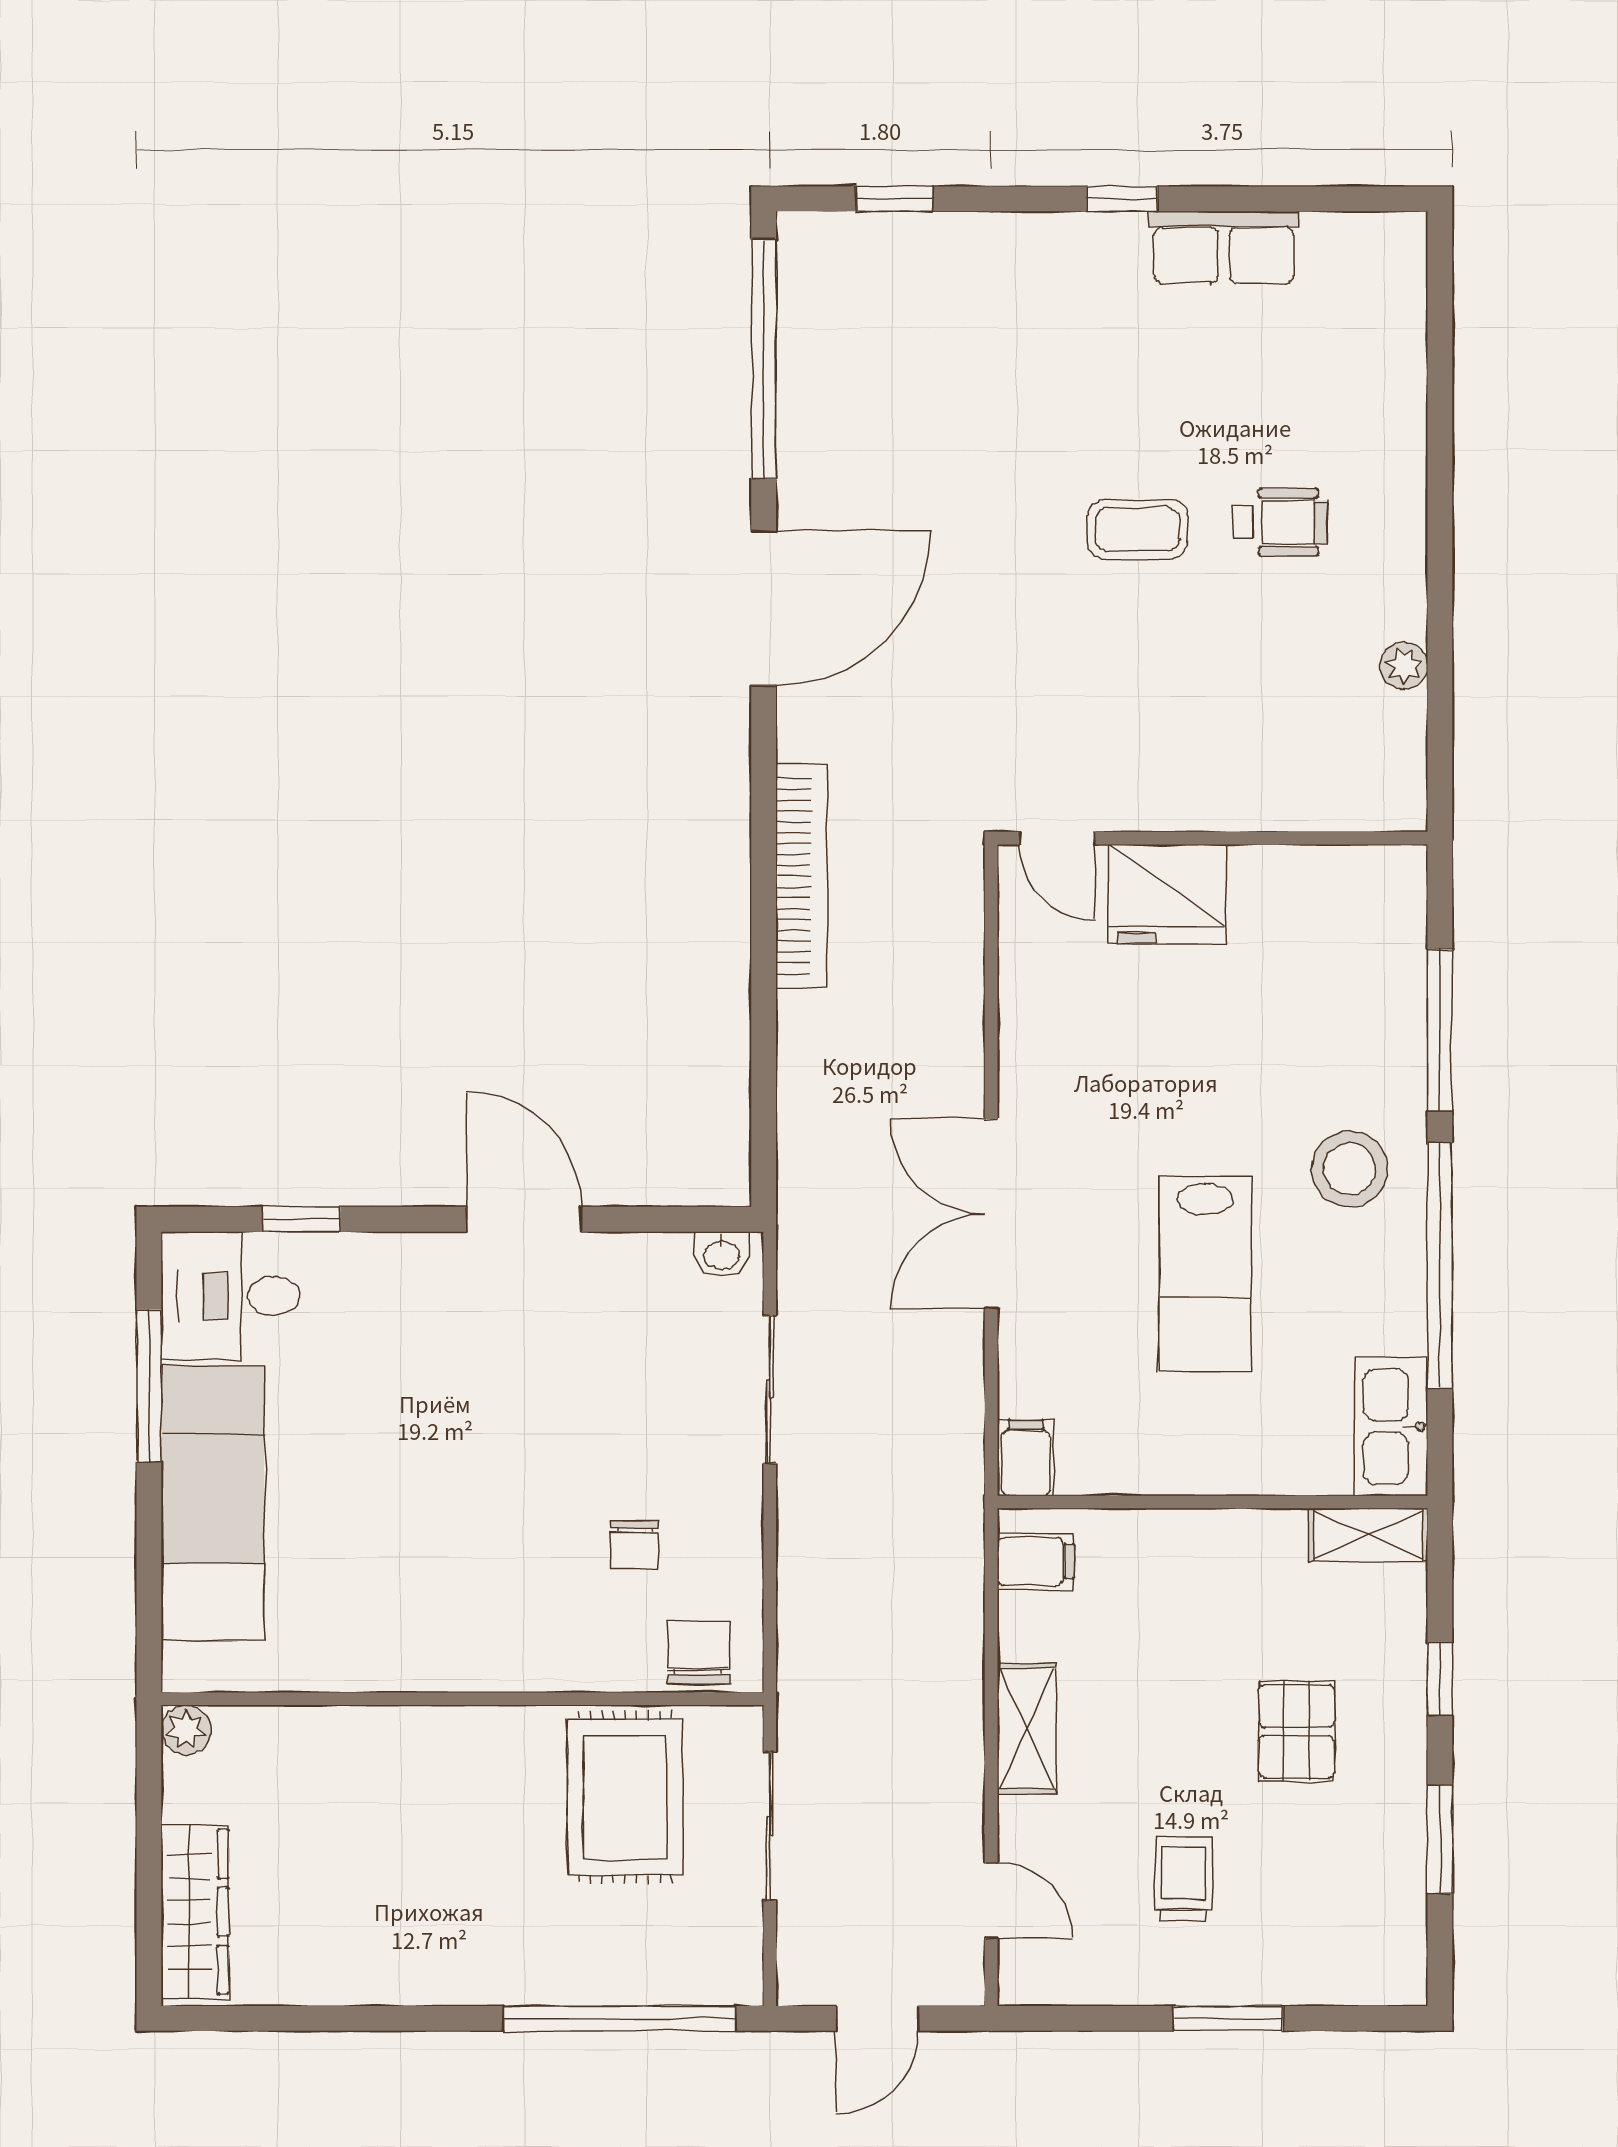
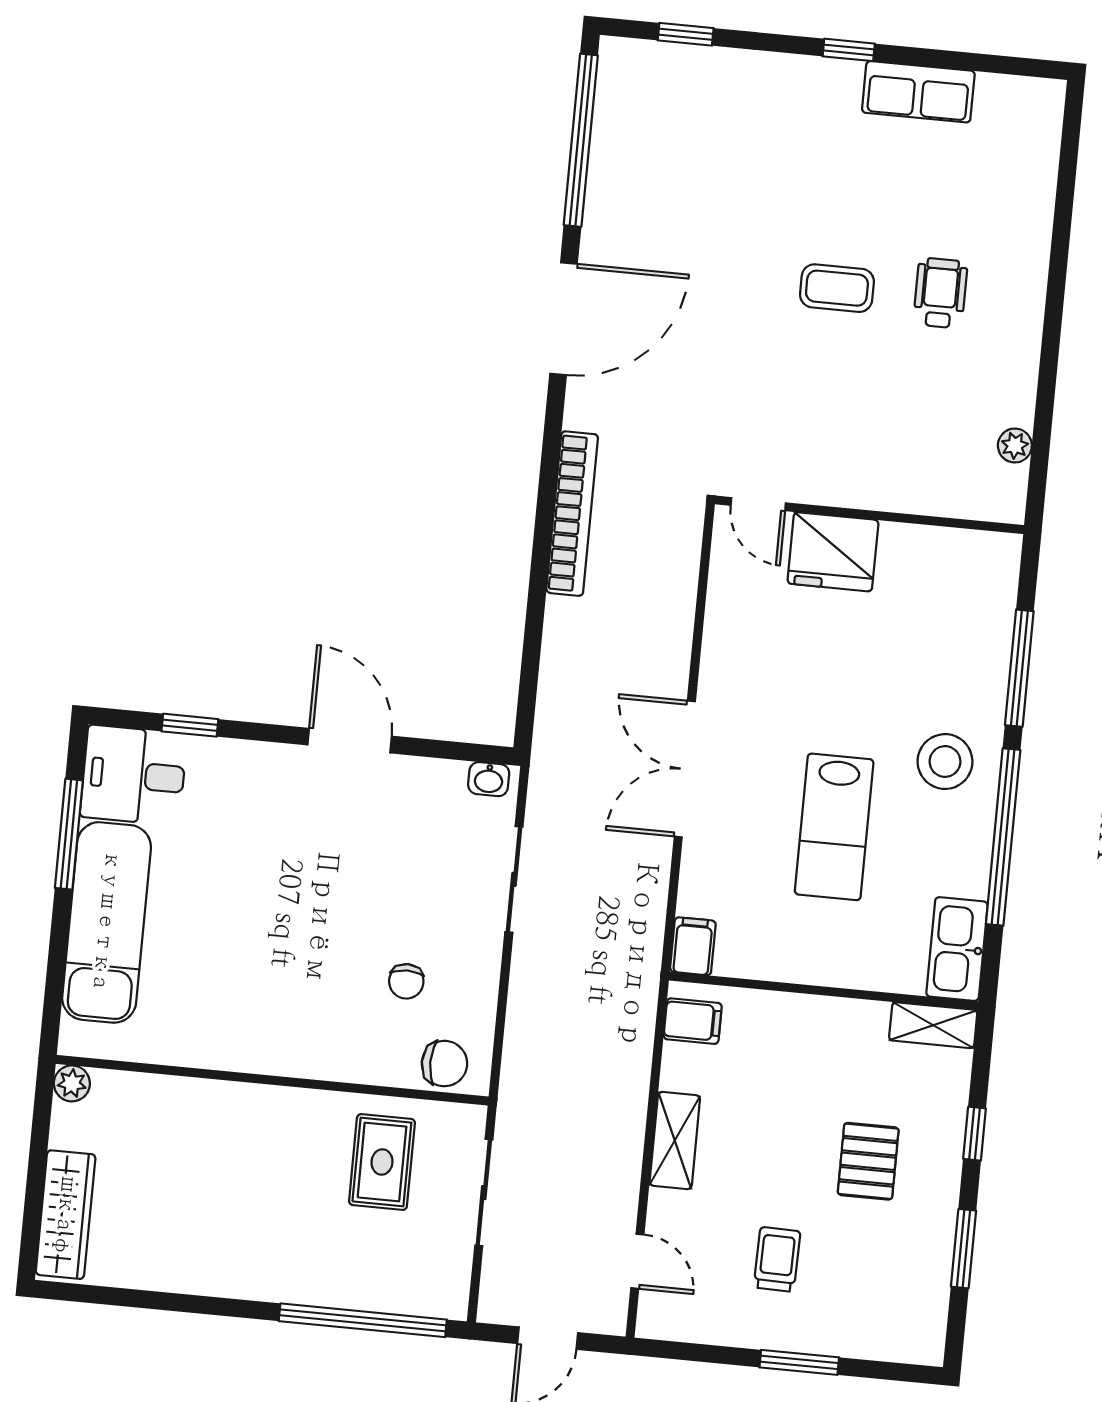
wheelchair: (1281, 522) -> (940, 293), turned -90
plant: (1404, 666) -> (1015, 445), moved
chair: (698, 1653) -> (444, 1064), turned 90
rug: (625, 1797) -> (382, 1162), width x0.73, depth x0.70

